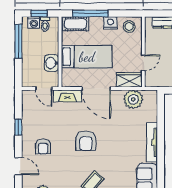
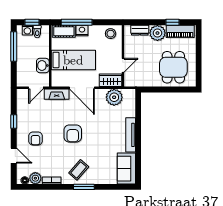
nightstand: (110, 23) -> (82, 30), moved
door: (44, 89) -> (36, 88), hinge flipped

